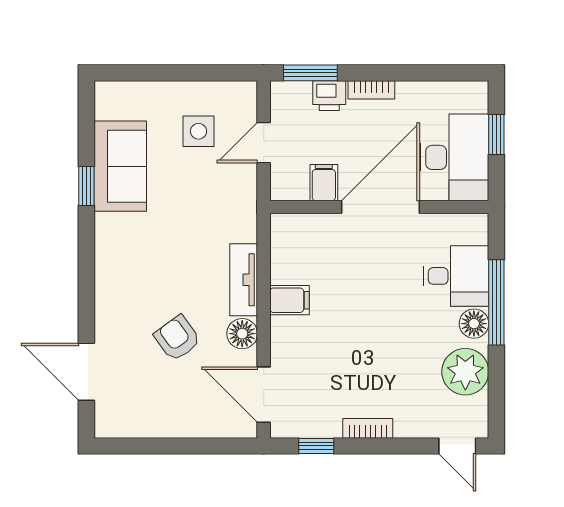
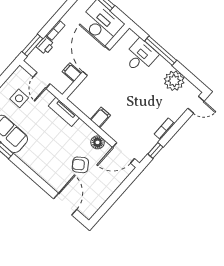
tv unit: (244, 280) -> (64, 112), moved
floor lamp: (474, 324) -> (161, 64), removed
door: (86, 372) -> (65, 204), swing flipped

